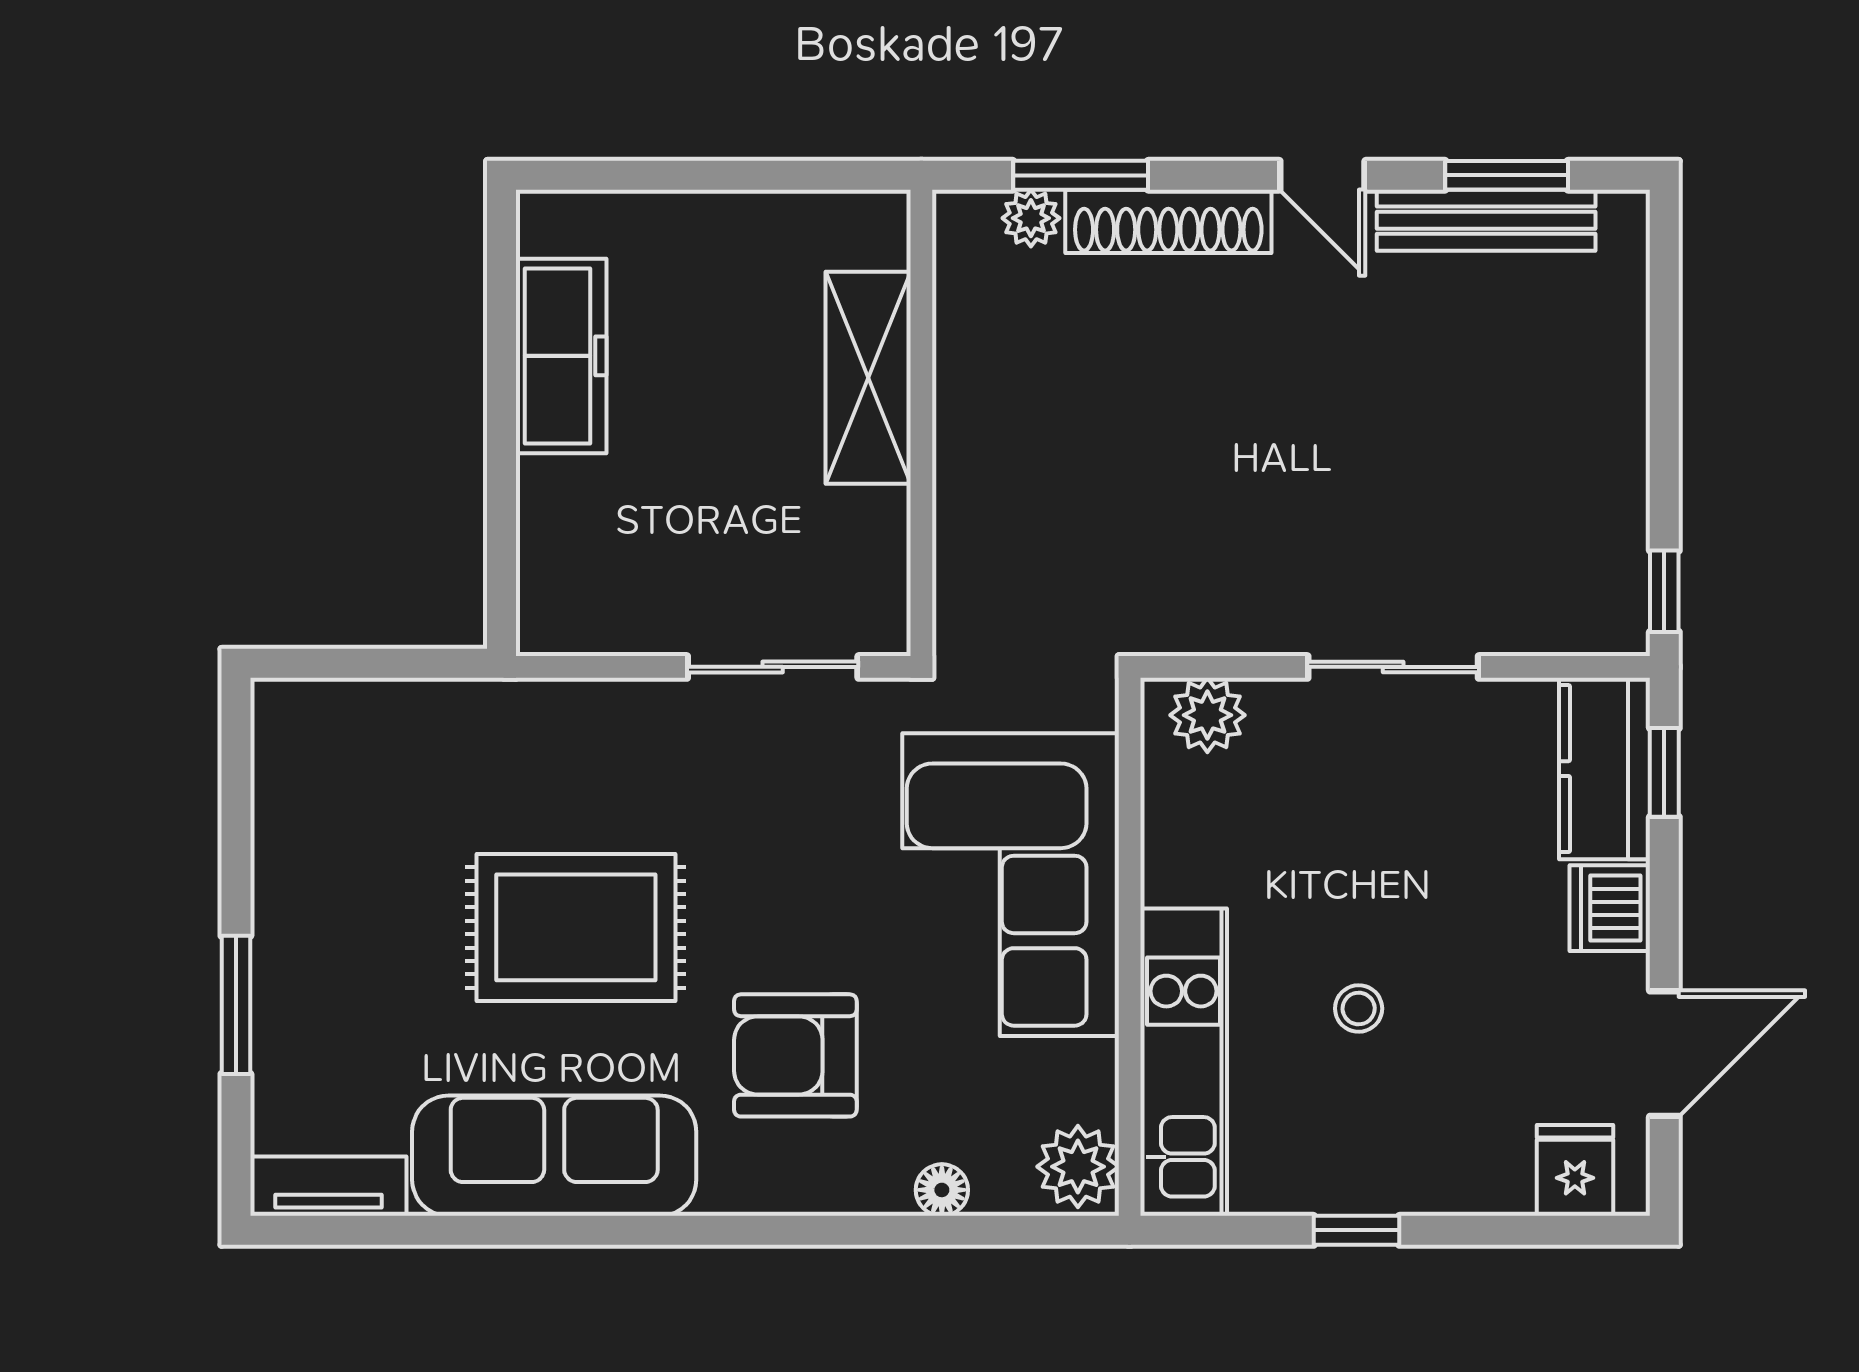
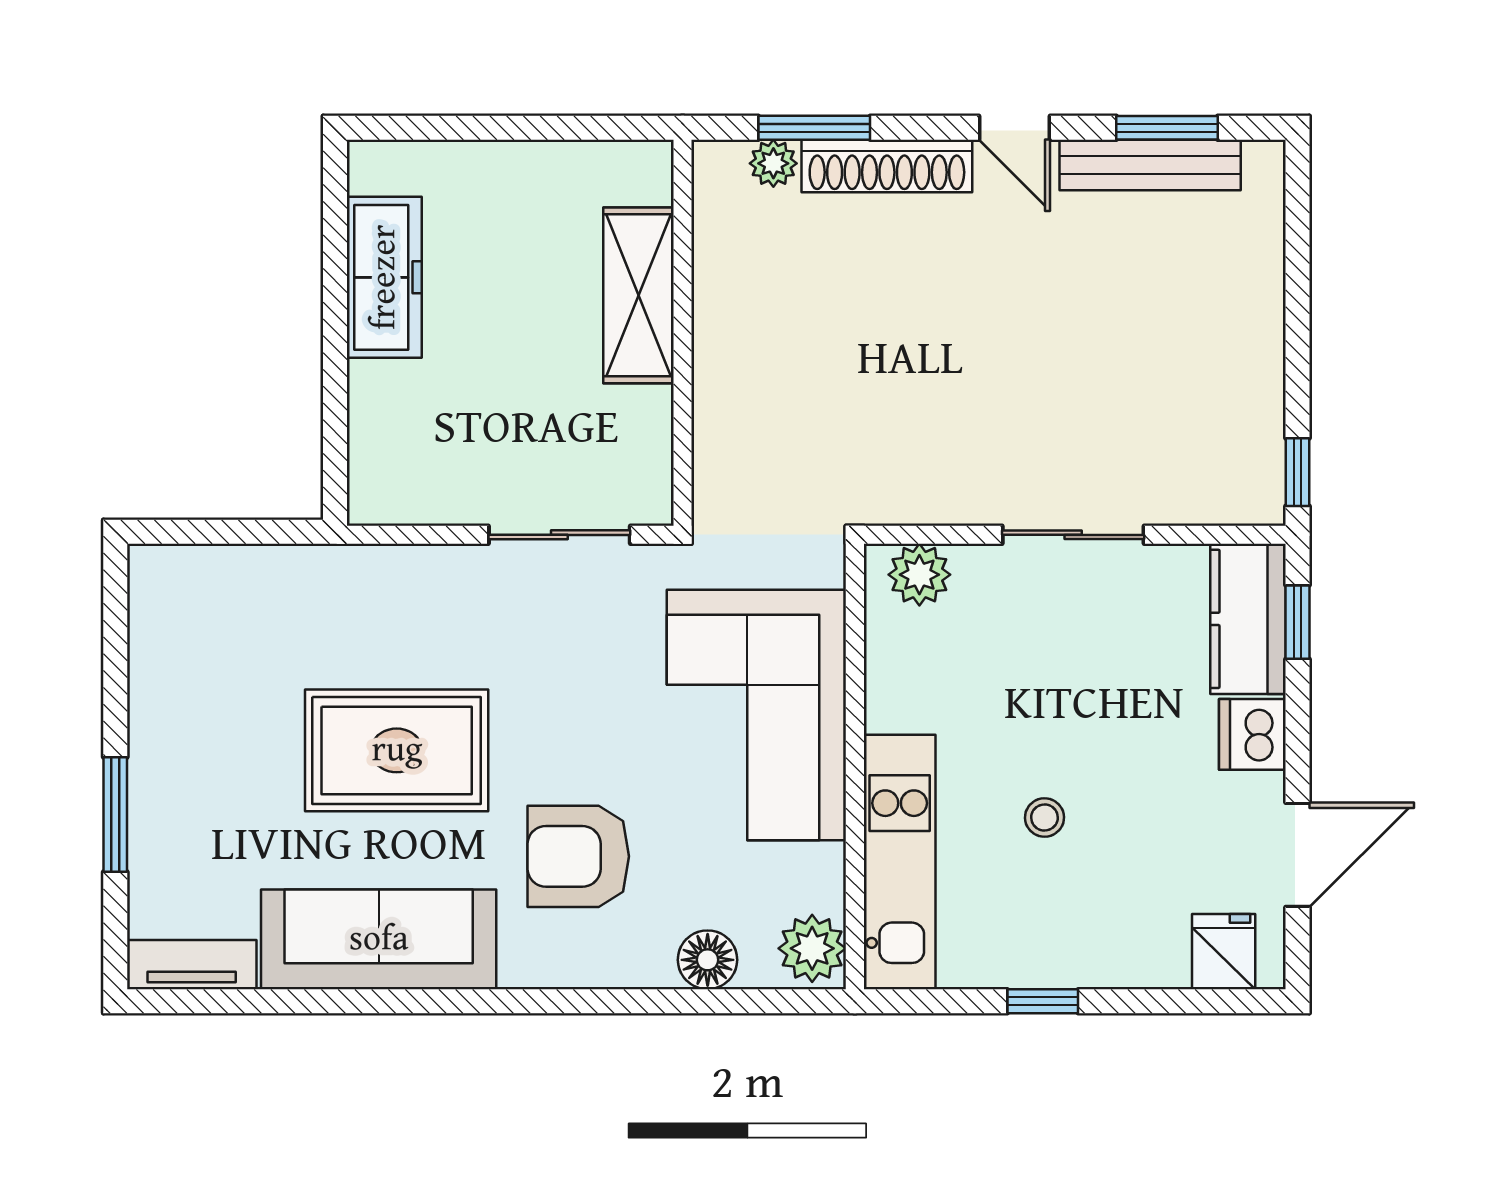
floor lamp: (942, 1190) -> (708, 960), width x1.37, depth x1.37

